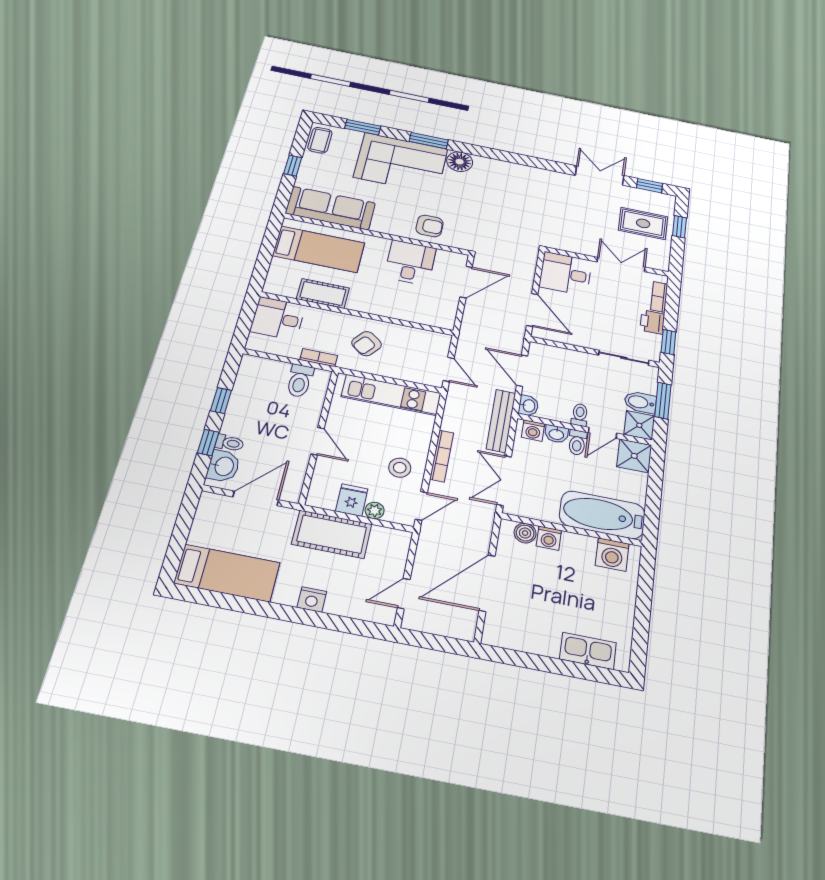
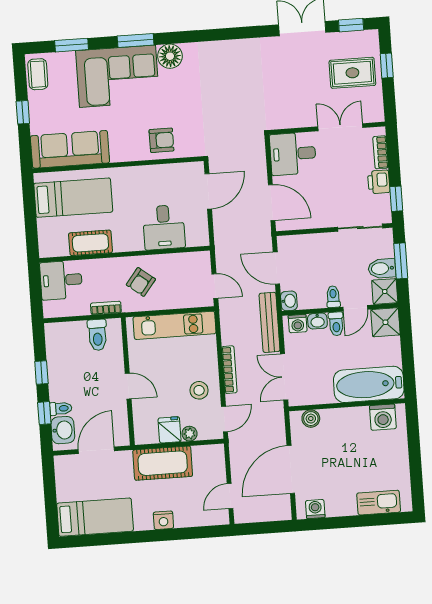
desk: (410, 263) -> (164, 227), moved, turned 180
washing machine: (549, 538) -> (315, 509), moved, turned 180

